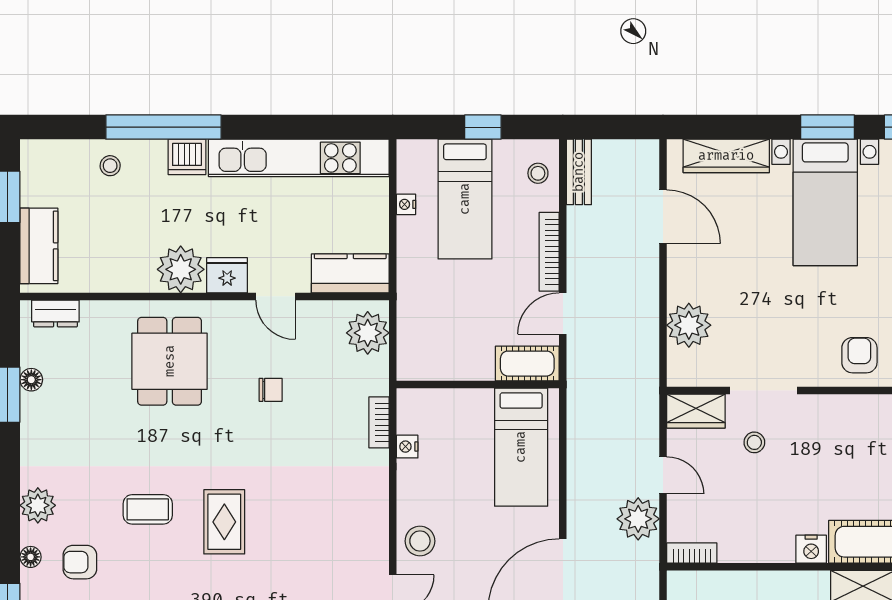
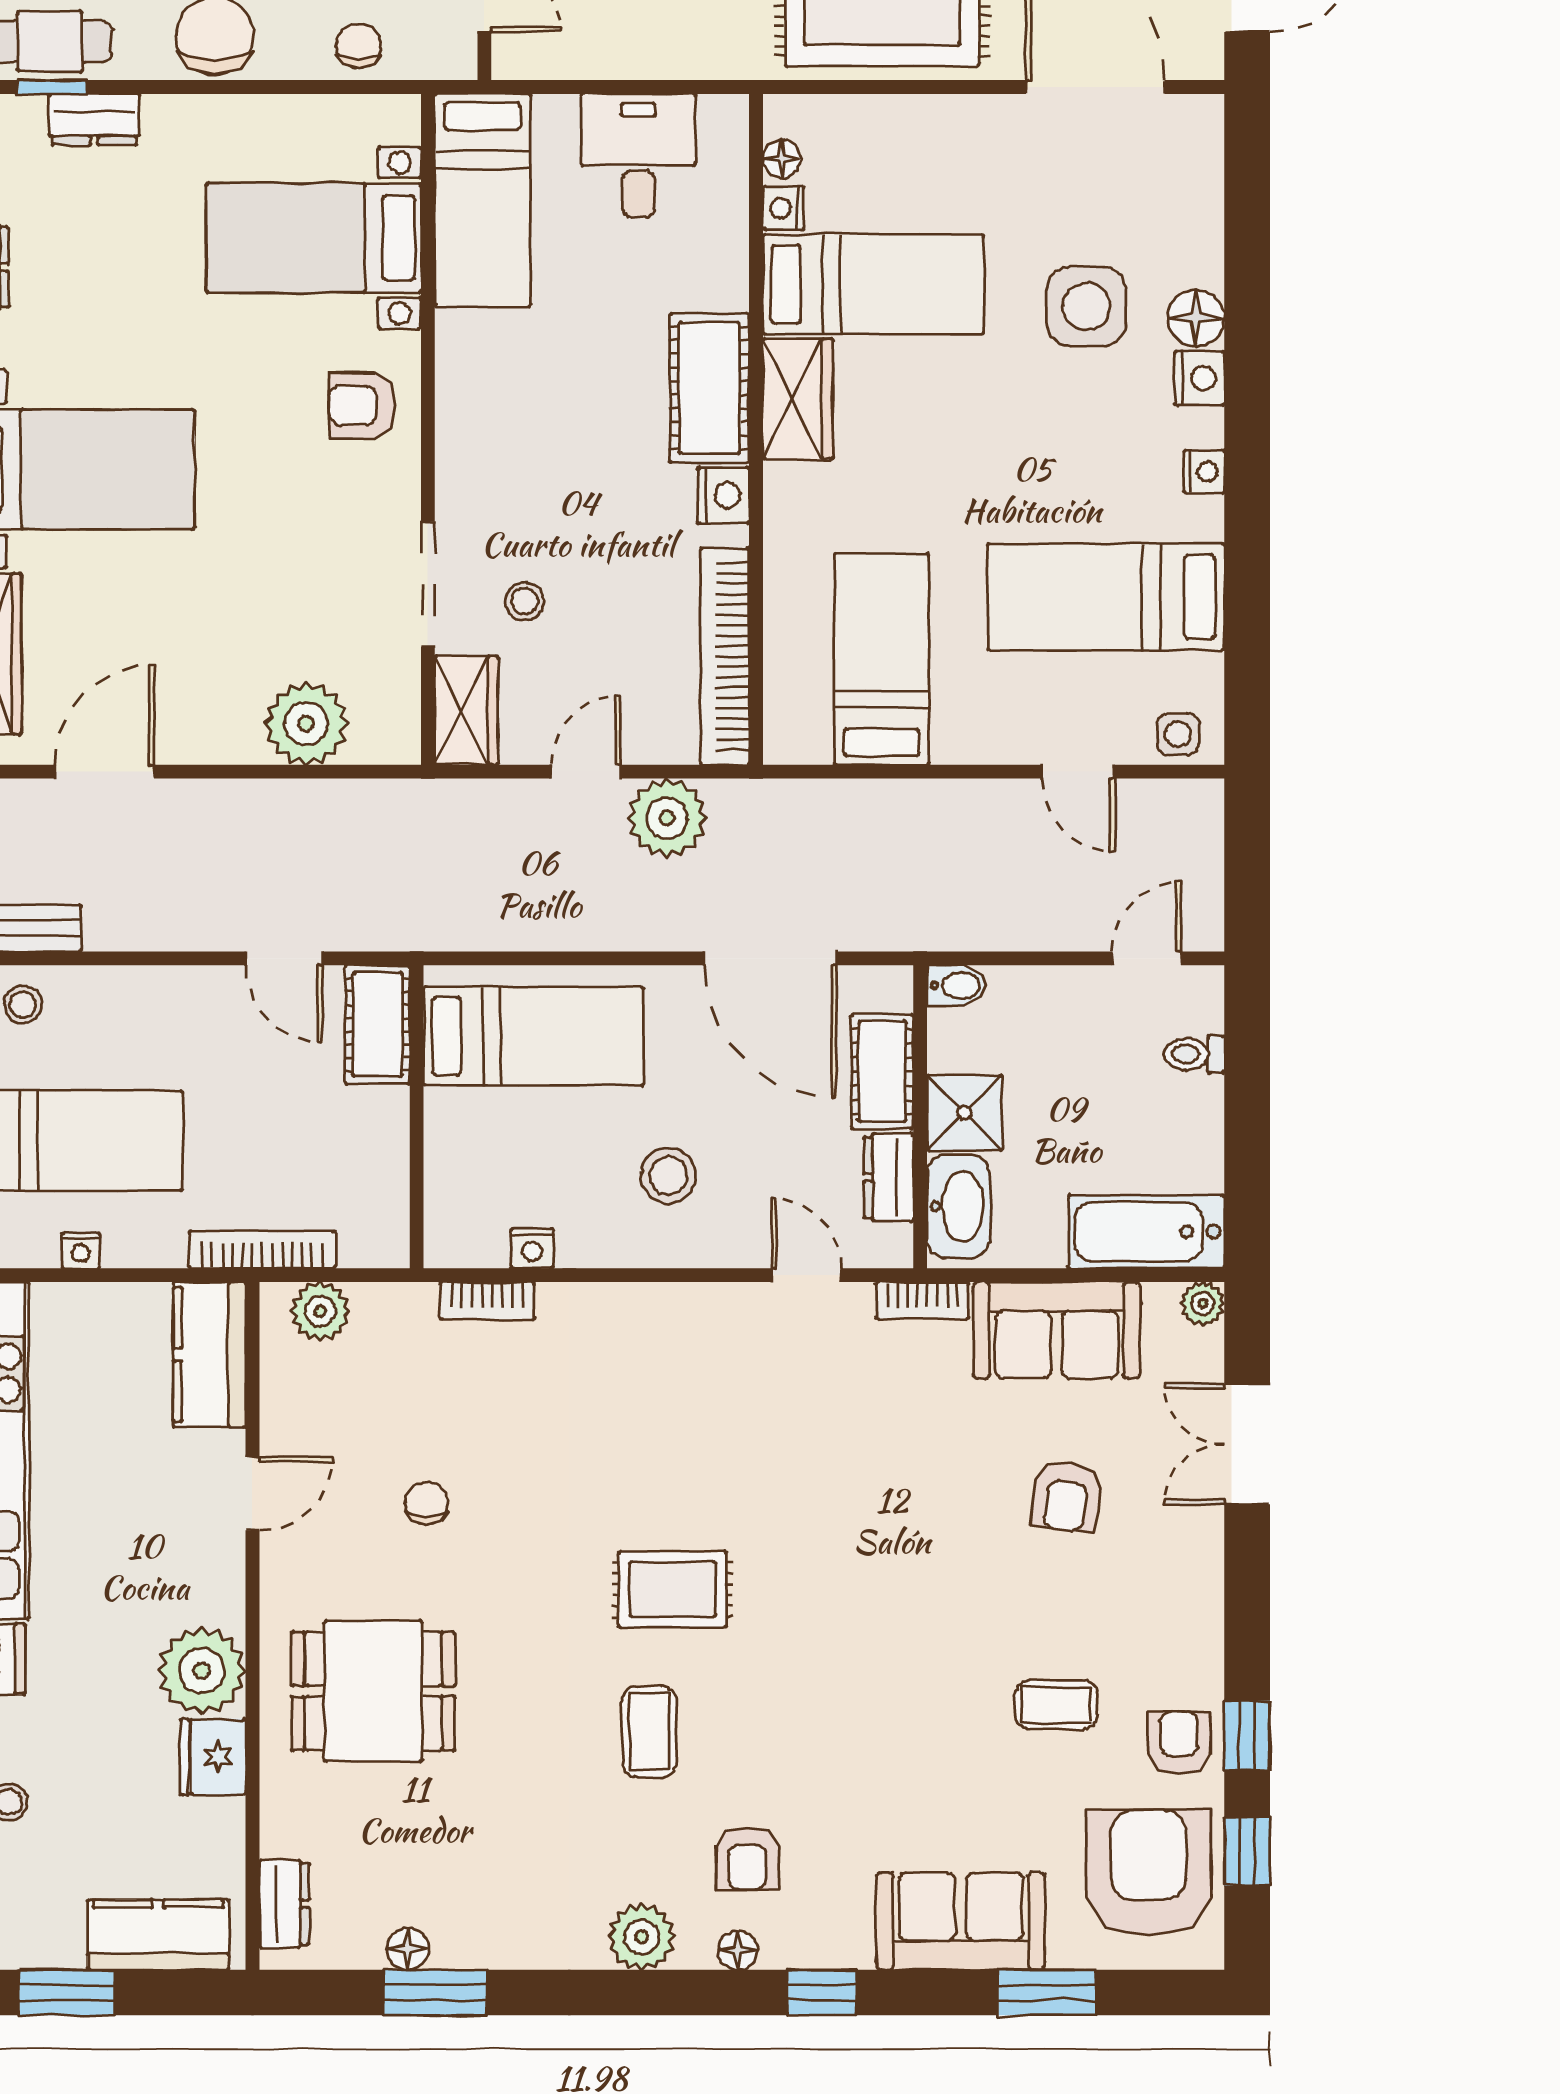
bookcase: (549, 252) -> (262, 1250), moved, turned 180
fridge: (227, 275) -> (213, 1757), moved
plant: (368, 333) -> (320, 1311), width x0.73, depth x0.73
stool: (420, 541) -> (668, 1176), moved
bookcase: (692, 553) -> (725, 656), width x2.31, depth x1.31

